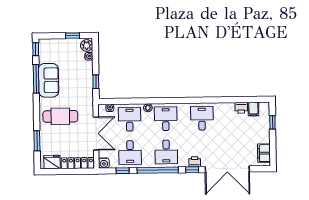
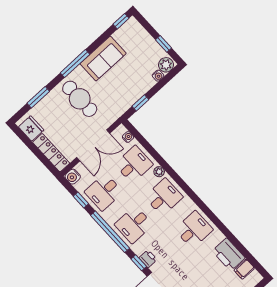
window: (36, 79) -> (75, 64), moved
printer: (241, 108) -> (229, 254), width x1.87, depth x1.48

